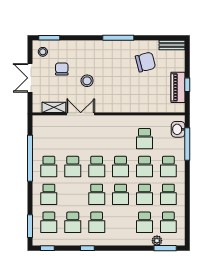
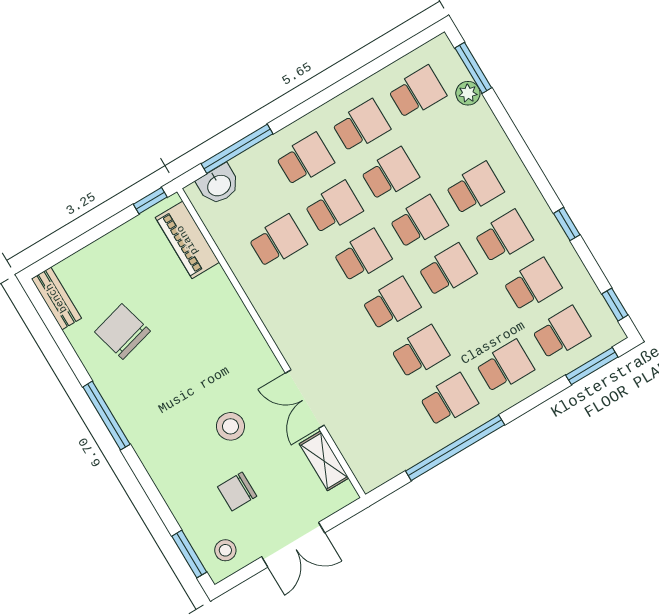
window: (187, 85) -> (150, 201), moved
piano: (178, 87) -> (187, 240), moved, turned 90
school desk: (144, 222) -> (475, 189), moved

